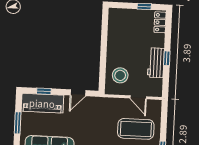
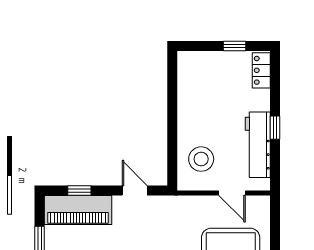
workbench: (156, 63) -> (258, 145), width x1.38
door: (78, 93) -> (135, 190), swing flipped

